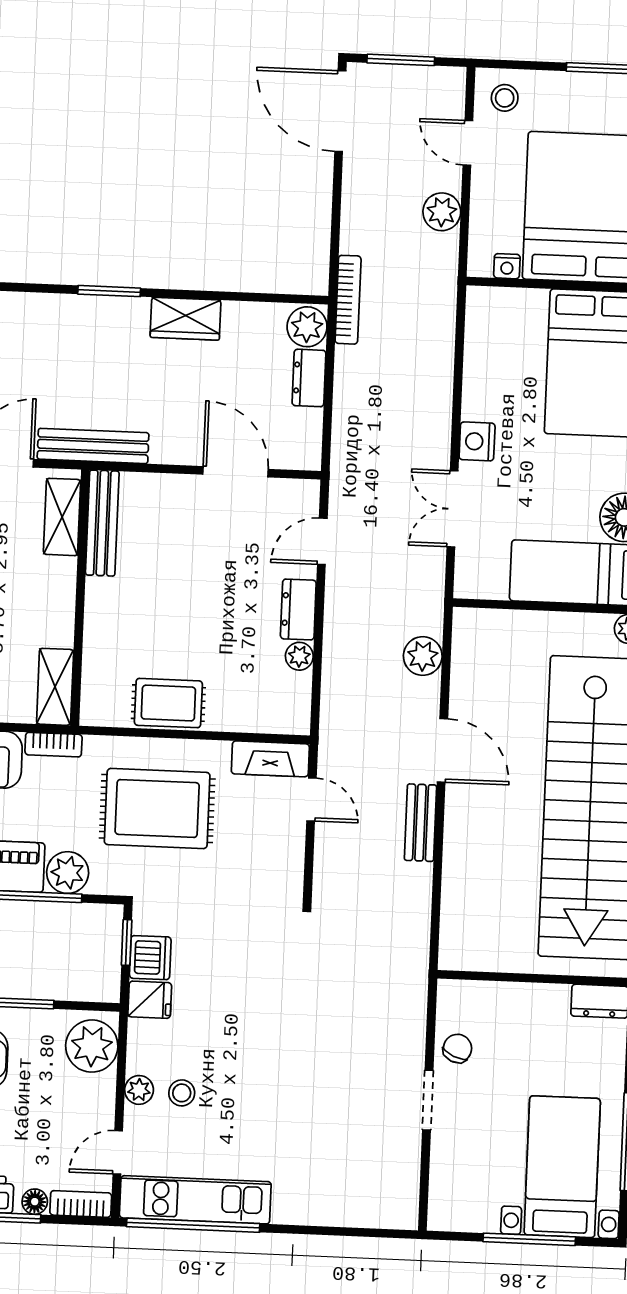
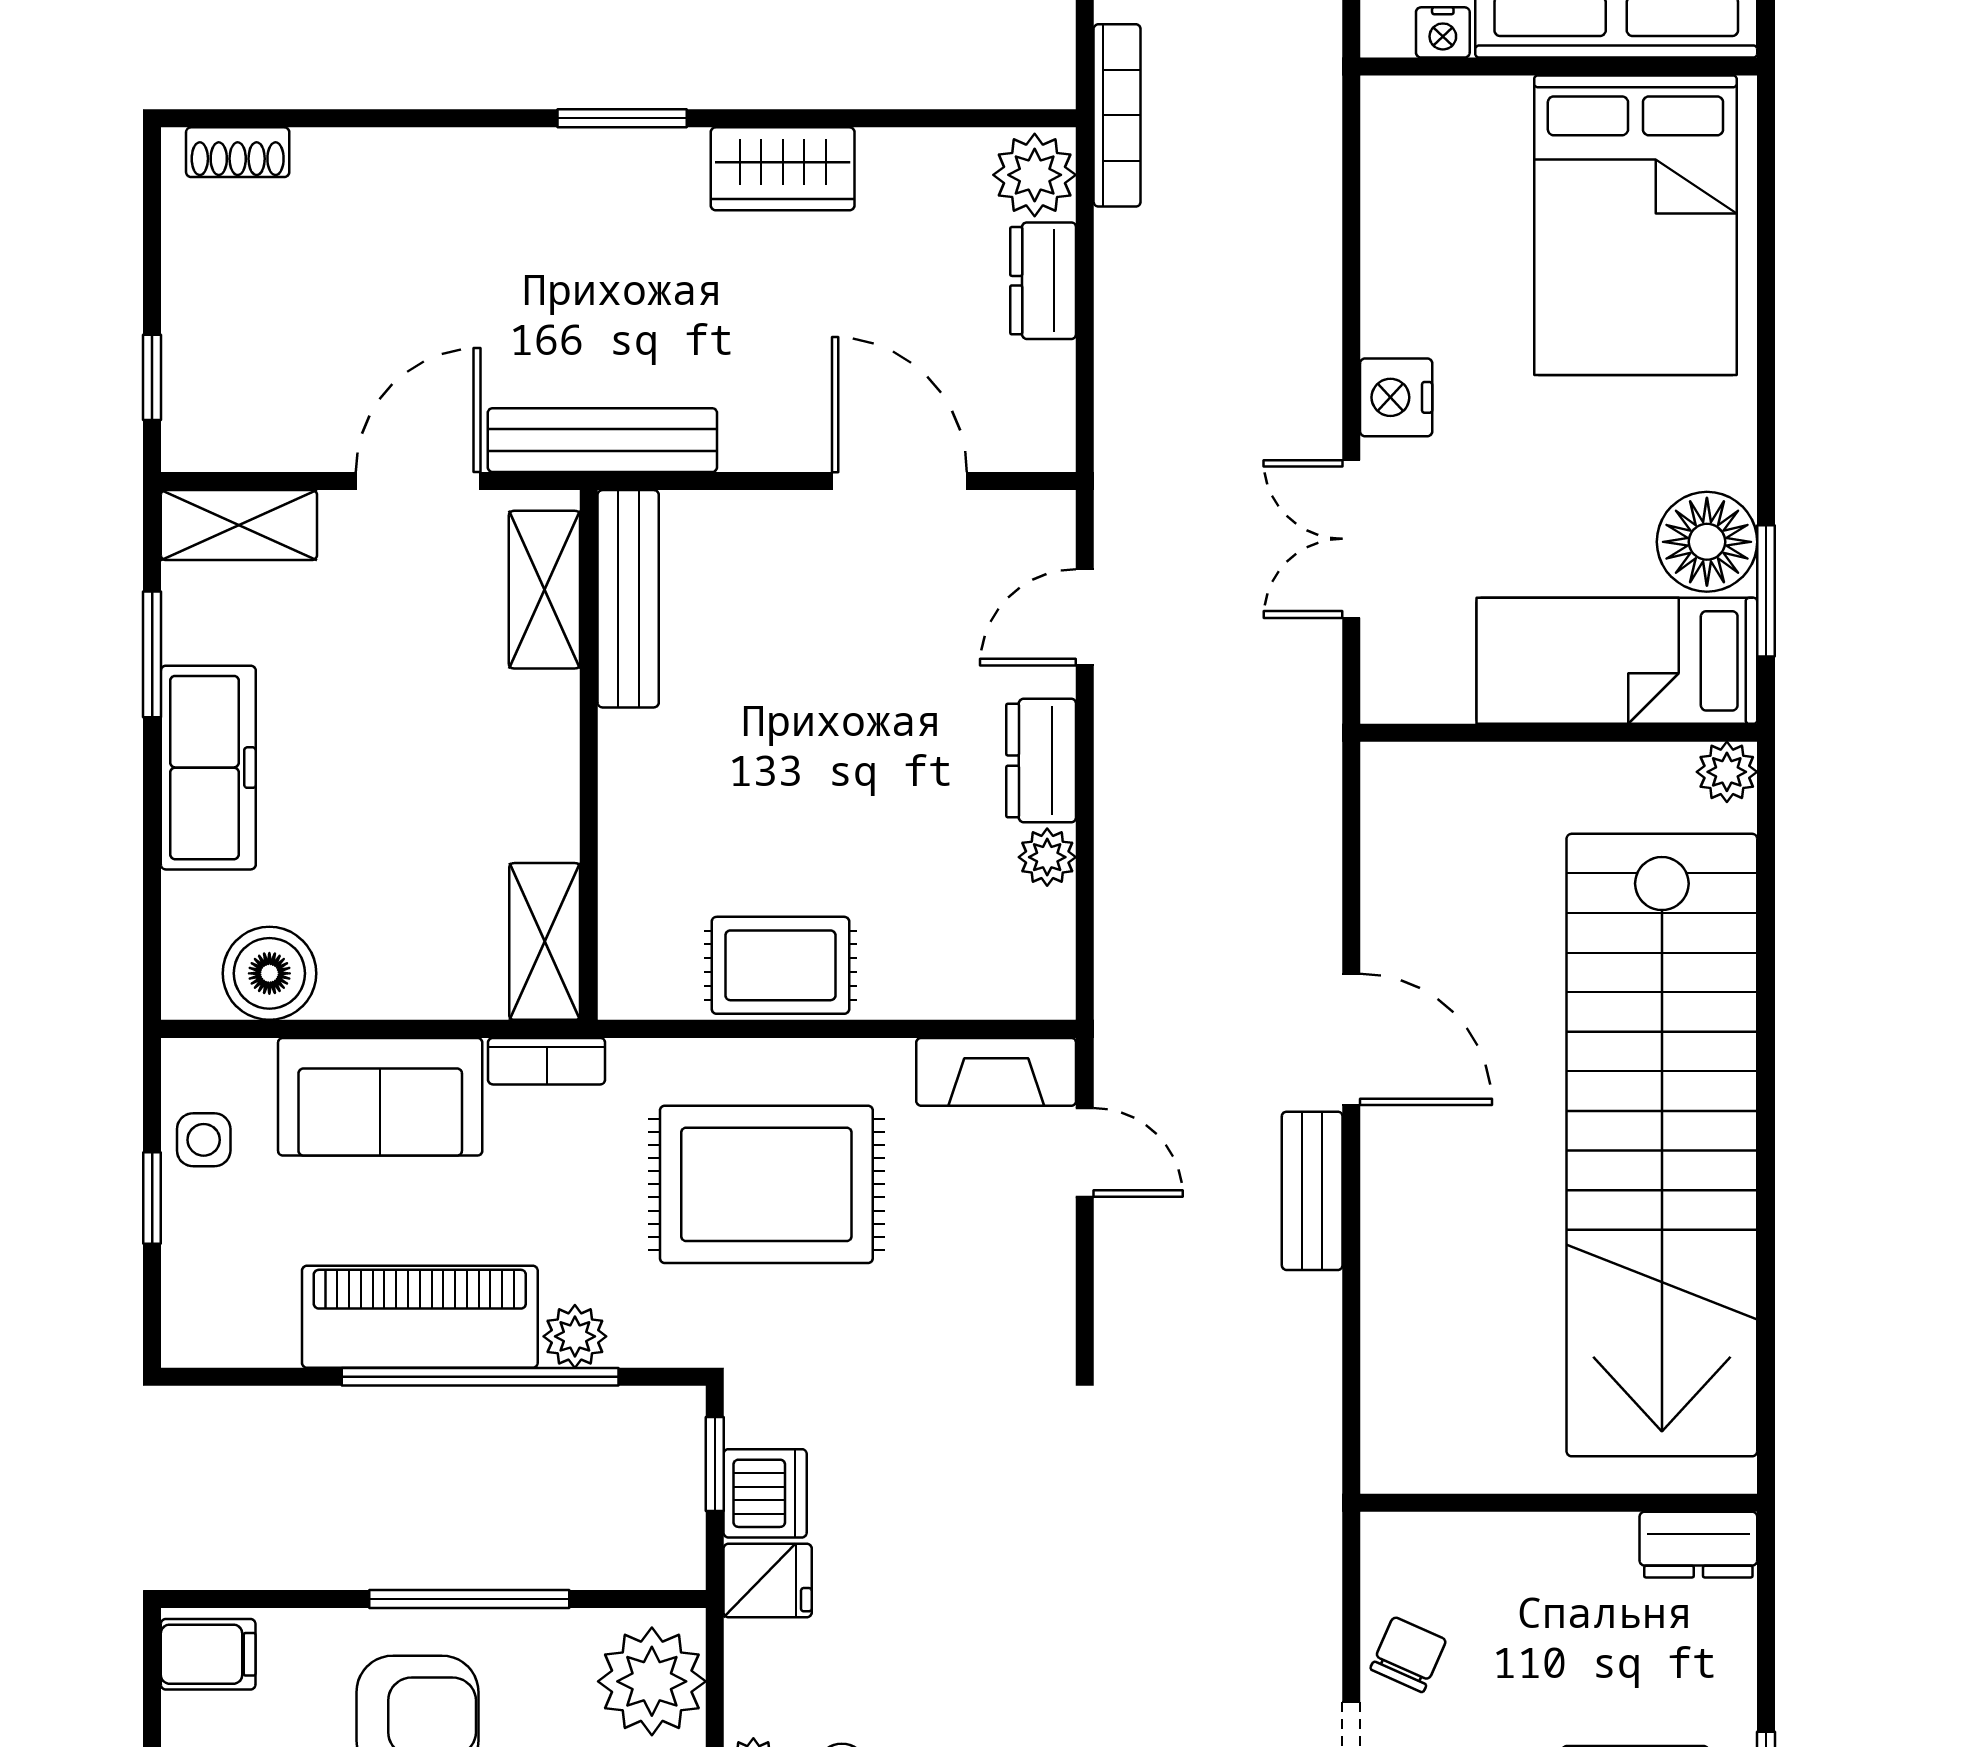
plant: (423, 656) -> (1302, 846), removed
plant: (68, 873) -> (575, 1336), width x0.73, depth x0.73

